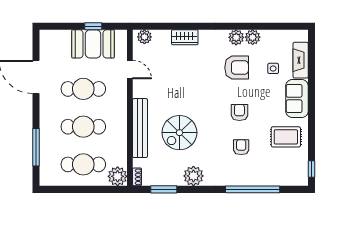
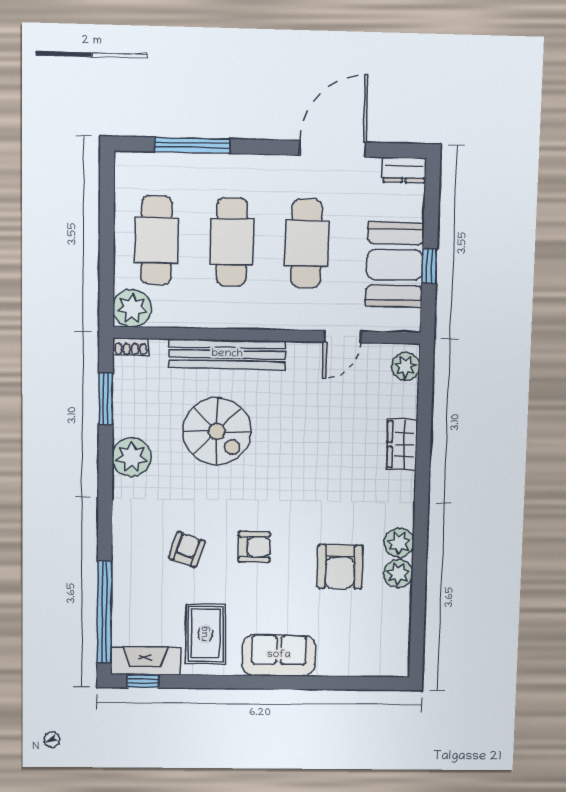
dresser: (46, 41) -> (404, 170), added
fireplace: (301, 60) -> (146, 661), moved
armchair: (237, 68) -> (340, 567), moved
side table: (273, 68) -> (337, 612), removed
spiral stairs: (179, 133) -> (217, 431), turned 180
armchair: (241, 147) -> (187, 549), turned -71
window: (253, 189) -> (104, 612), moved

